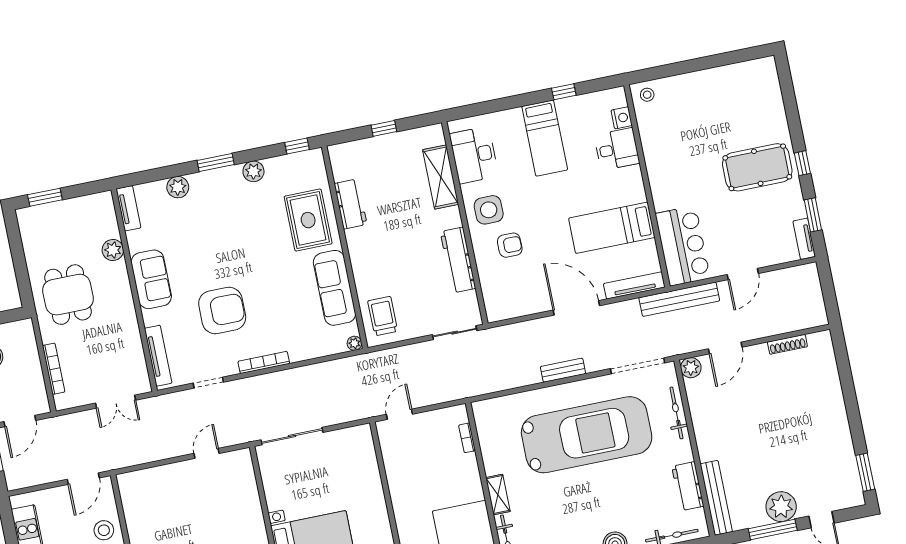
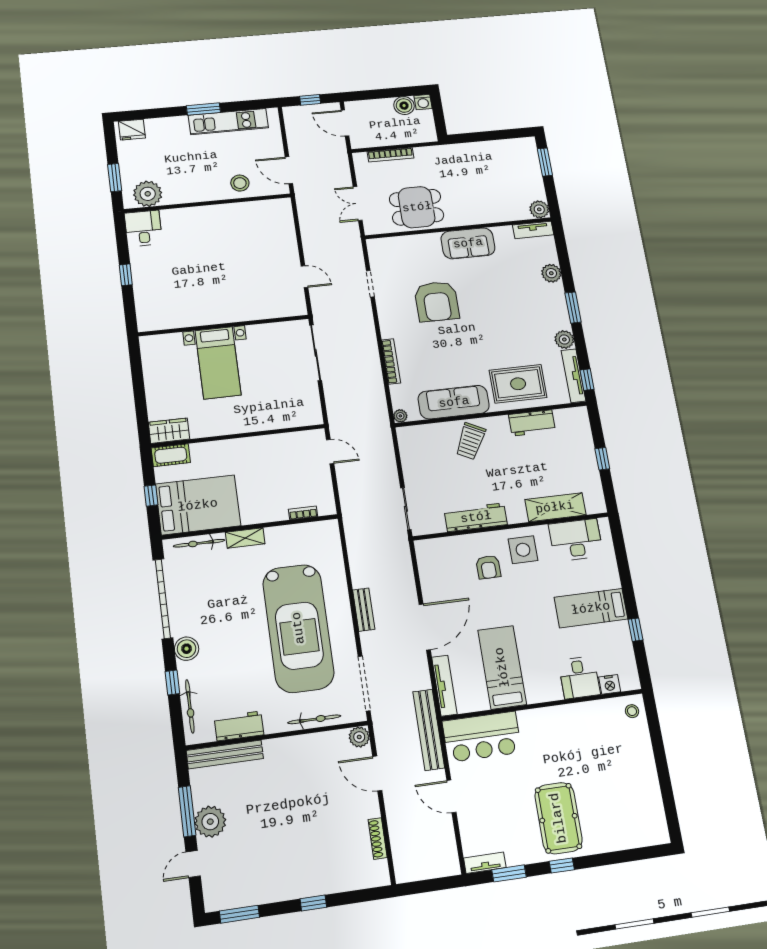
plant: (113, 250) -> (539, 209), moved
dining table: (68, 295) -> (417, 207), moved
trolley: (383, 316) -> (471, 441), moved, turned 117
tv unit: (158, 356) -> (573, 376), moved, turned 90
bookcase: (264, 362) -> (391, 361), moved
window: (851, 403) -> (313, 903), added

